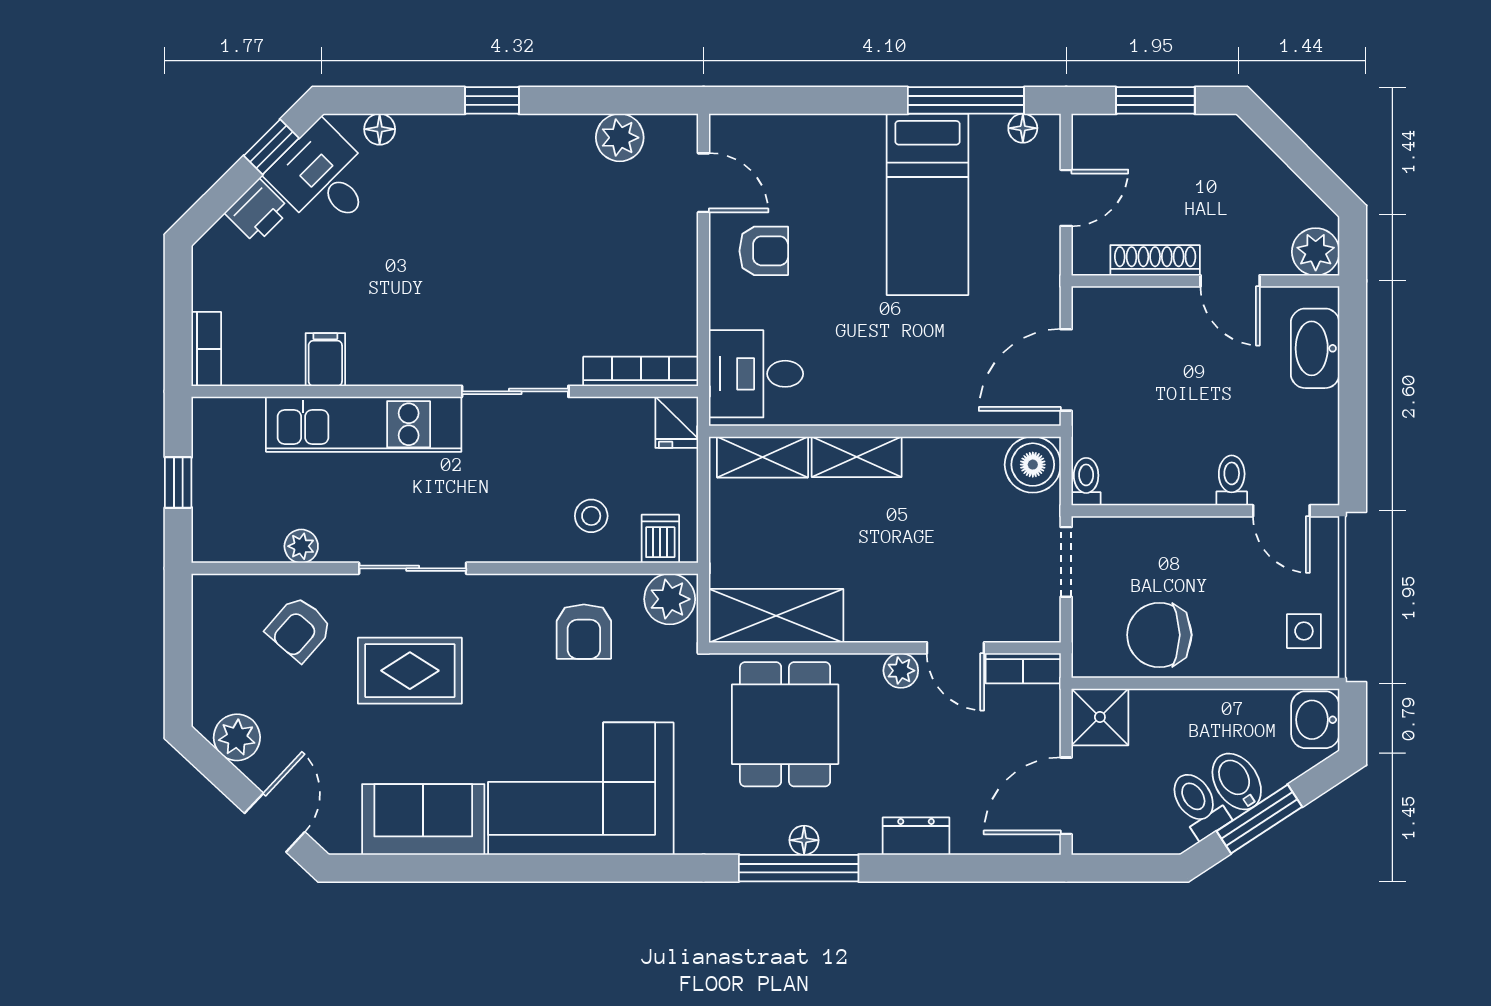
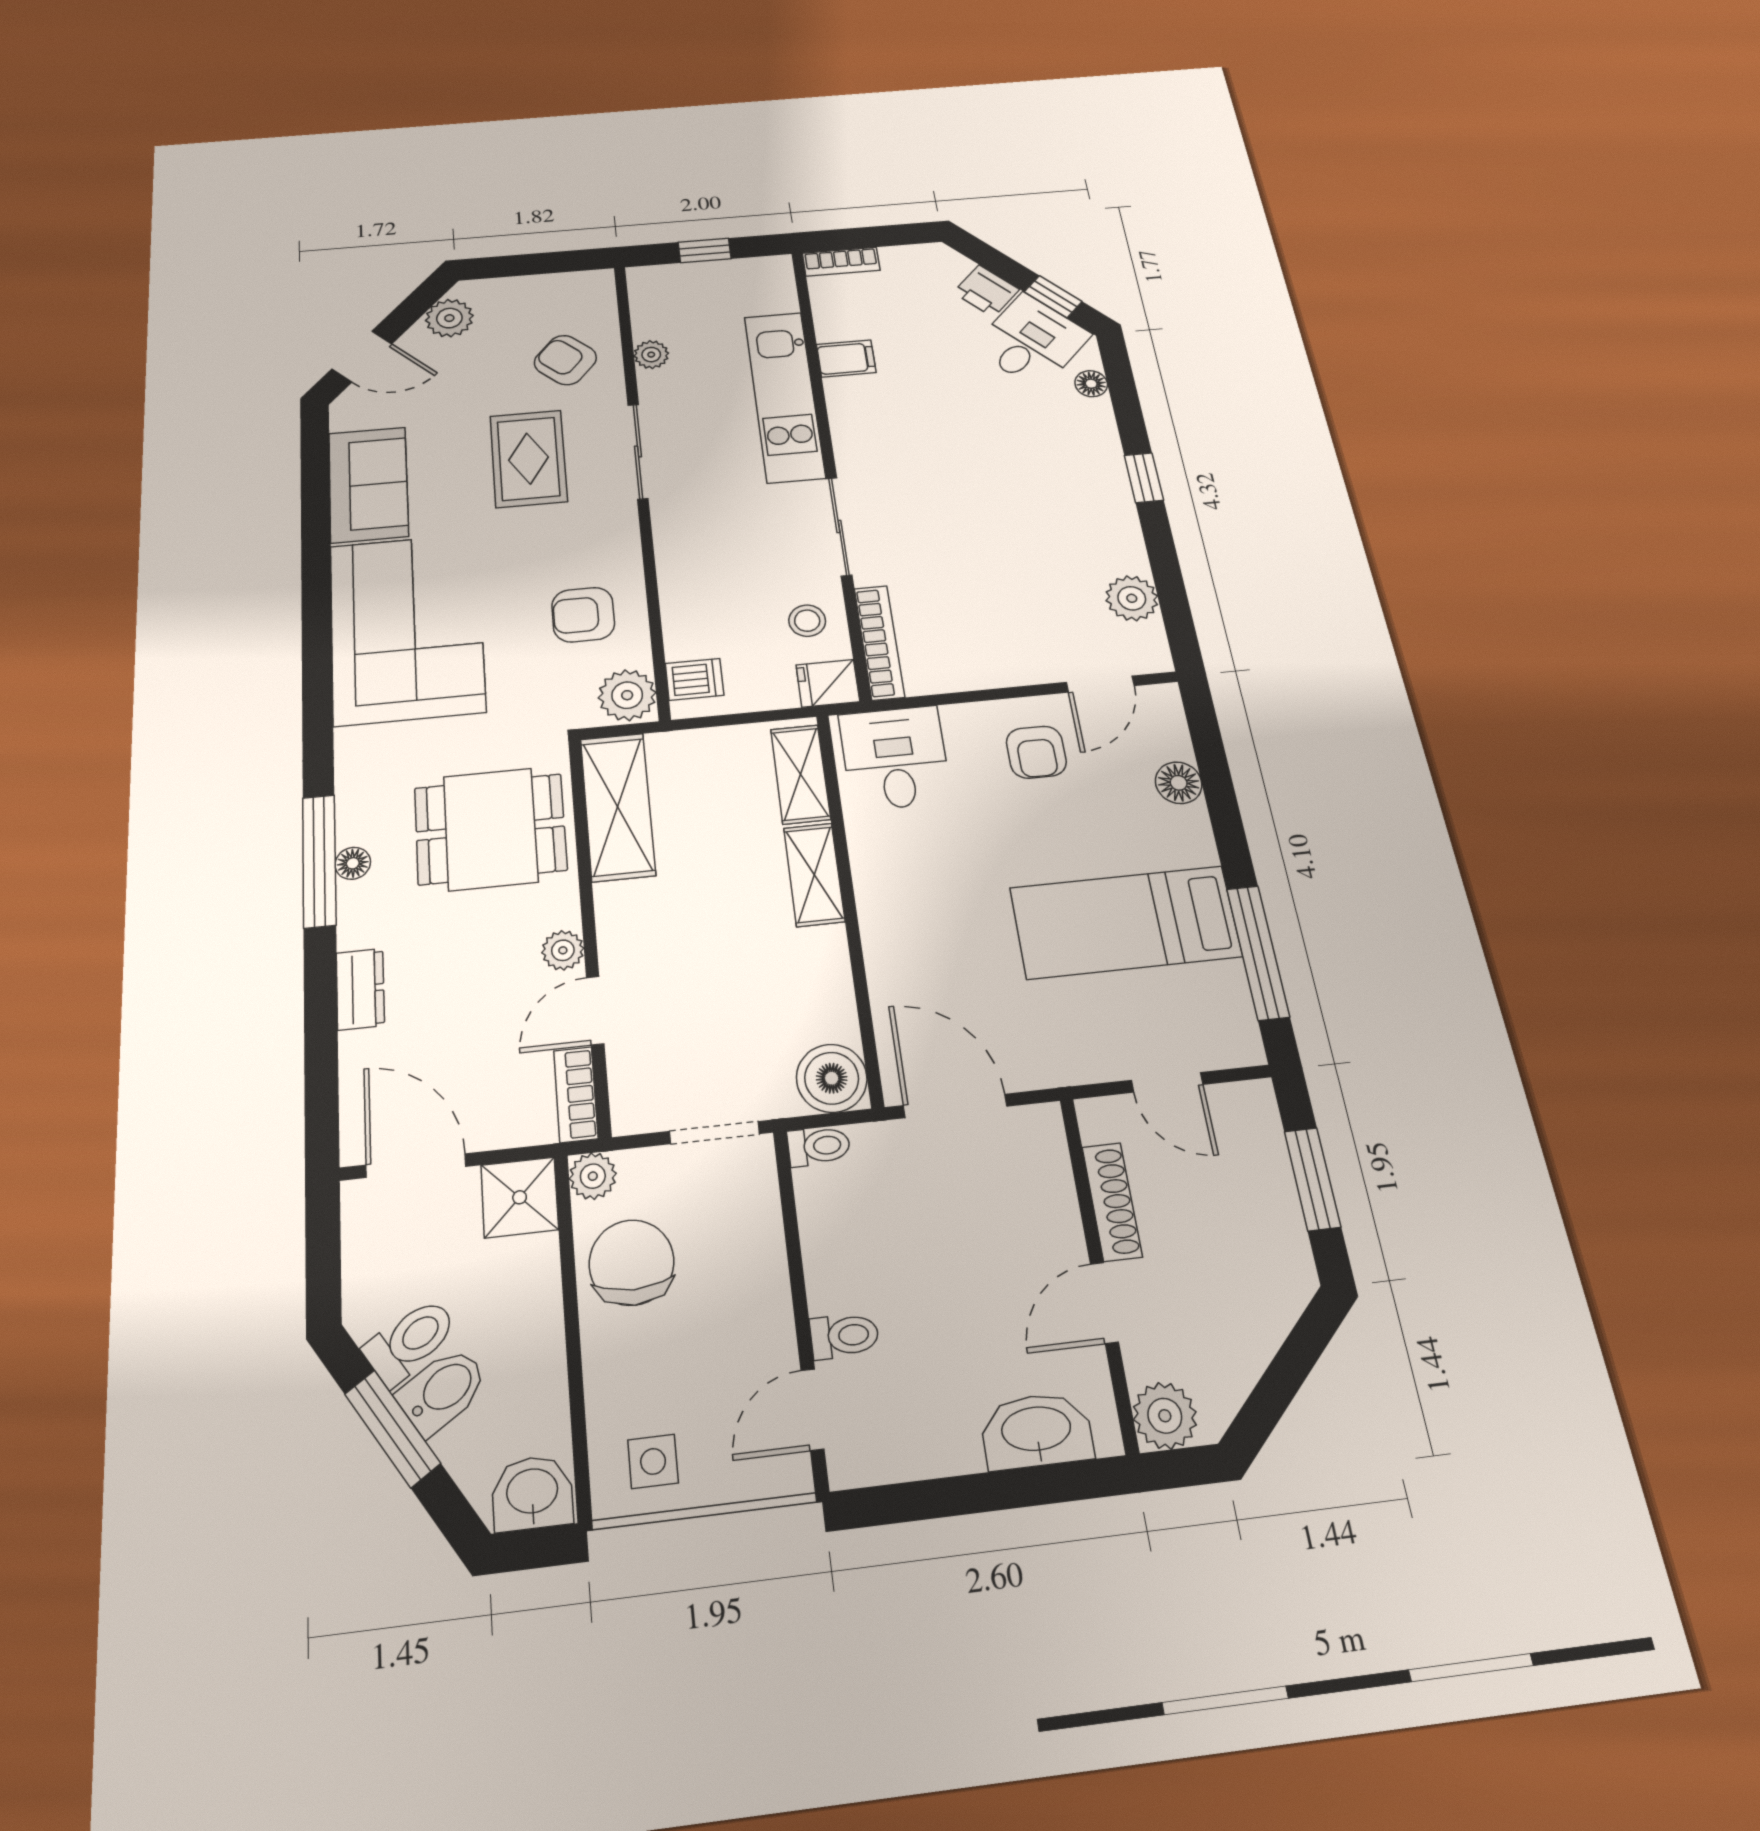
floor lamp: (1023, 128) -> (1179, 783), moved, width x1.37, depth x1.37
stool: (591, 516) -> (807, 621), moved
plant: (1090, 660) -> (593, 1176), added

